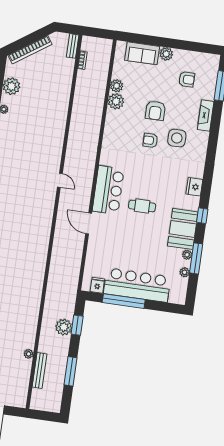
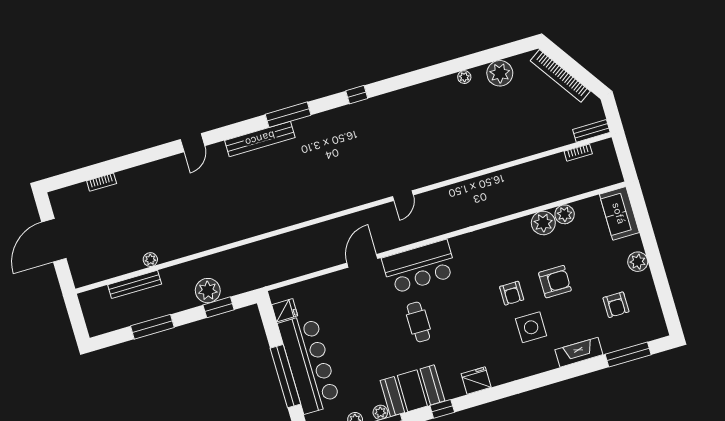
sofa: (142, 53) -> (619, 213), moved
armchair: (155, 111) -> (555, 282), turned 180
armchair: (150, 140) -> (512, 293), turned 180
window: (124, 301) -> (285, 376), moved

